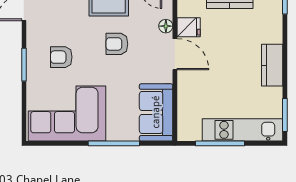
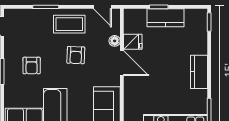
armchair: (117, 44) -> (76, 55), turned -88
armchair: (61, 57) -> (32, 66), turned -90

